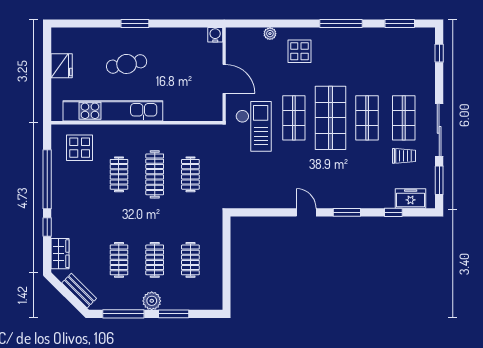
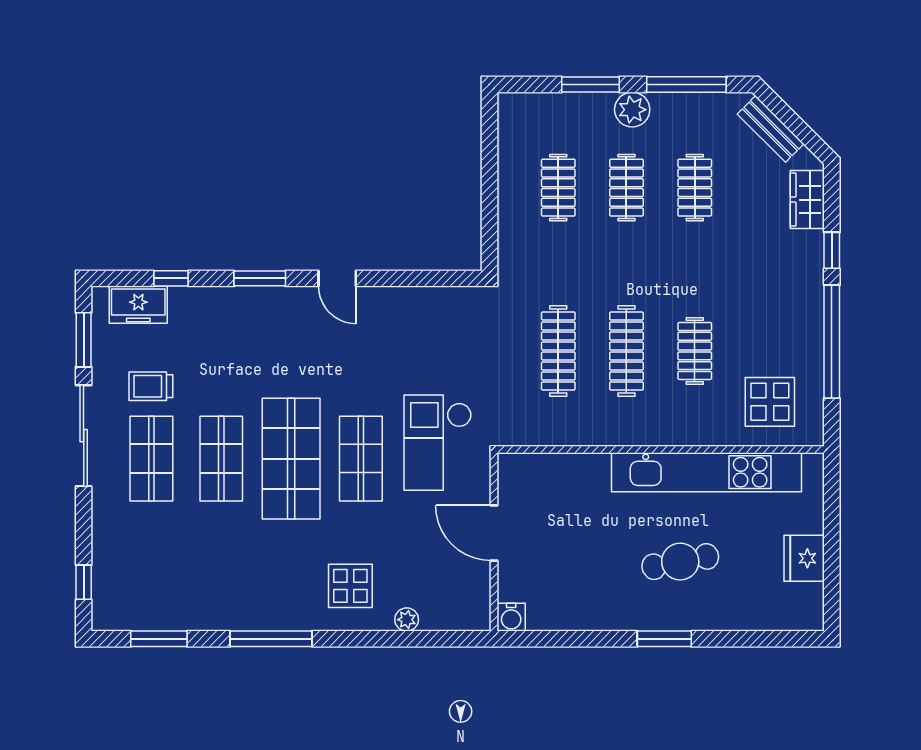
clothes rail: (190, 174) -> (558, 351), width x1.36

